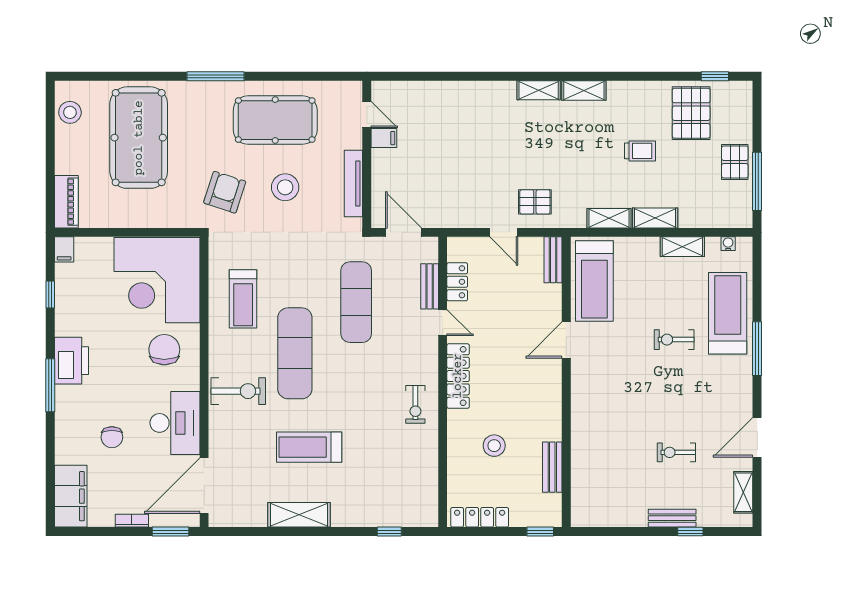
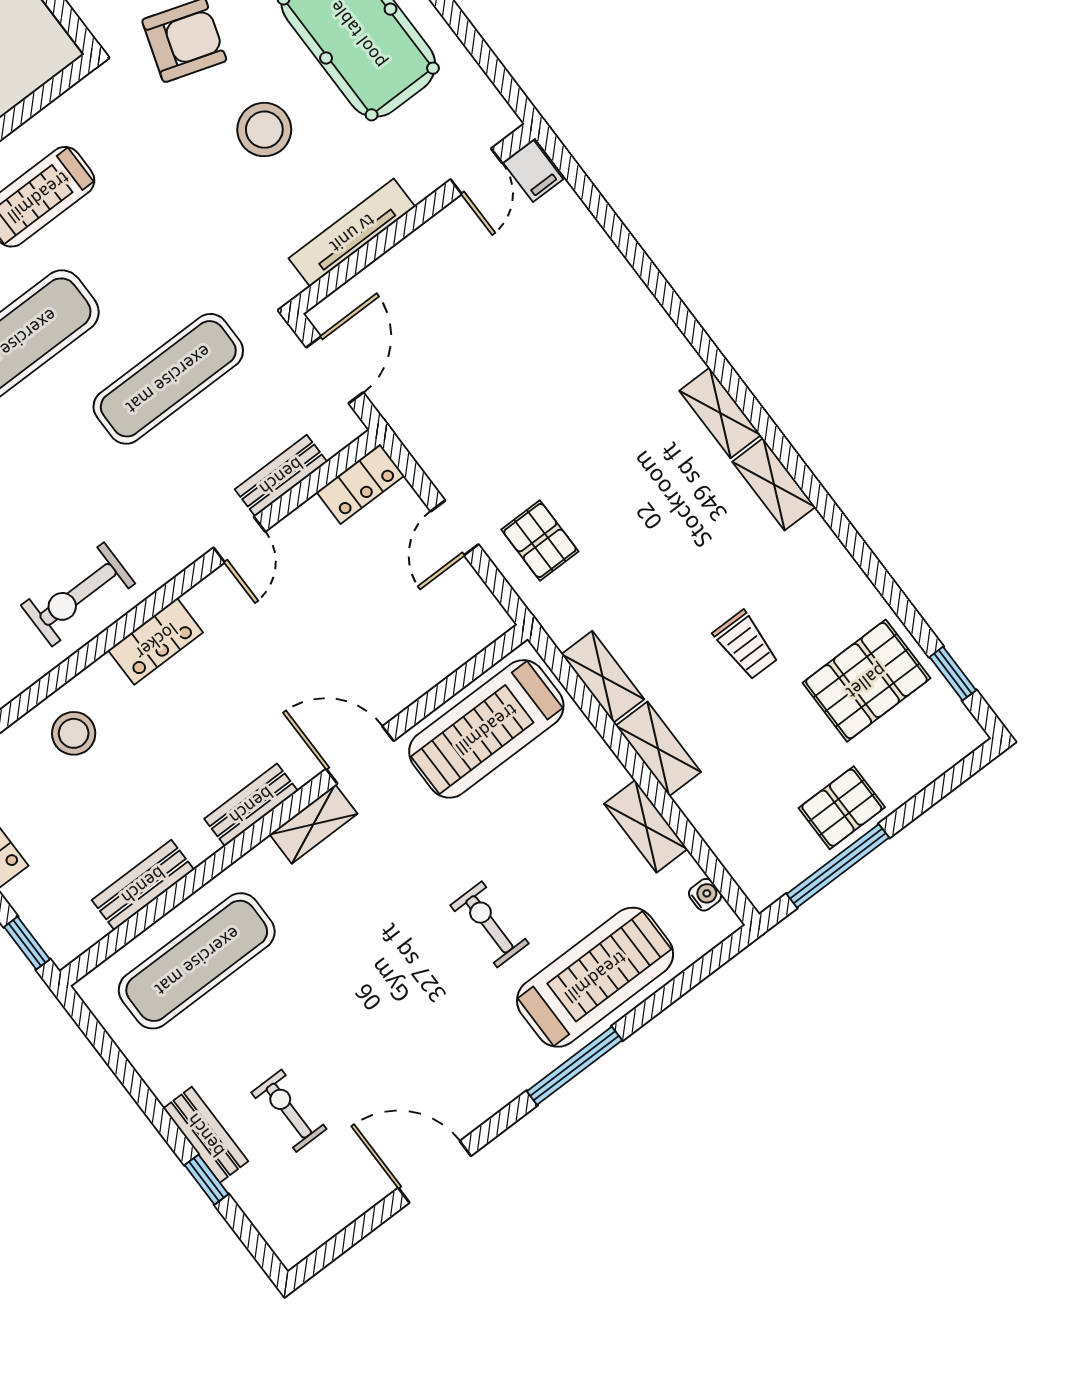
filing cabinet: (384, 138) -> (533, 171), moved
bench: (553, 260) -> (251, 805), moved
locker: (457, 282) -> (360, 484), moved
locker: (458, 376) -> (156, 641), width x0.66
exercise bike: (415, 404) -> (78, 594), width x1.38, depth x1.39
stool: (494, 446) -> (74, 733), moved
exercise bike: (676, 452) -> (289, 1111), moved
exercise mat: (599, 469) -> (197, 961), added
shelving: (743, 492) -> (314, 824), moved

